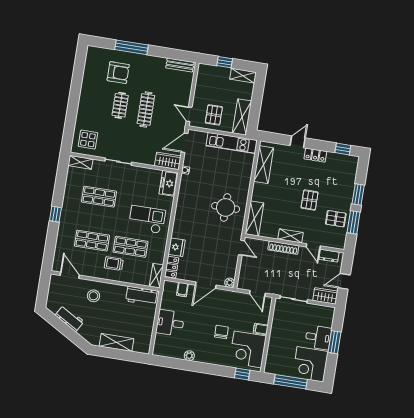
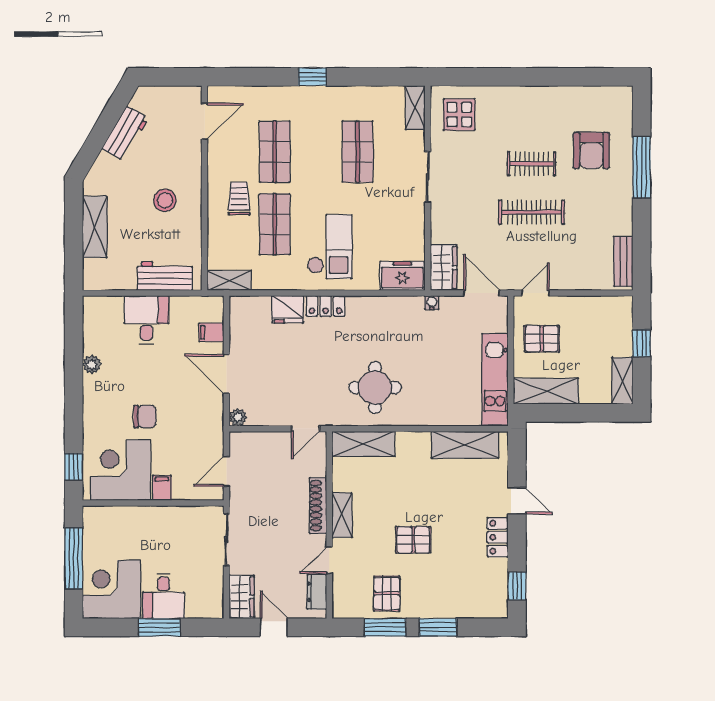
locker: (172, 267) -> (326, 306), moved
stool: (93, 296) -> (165, 200), moved
workbench: (142, 296) -> (165, 276), moved, turned 90

